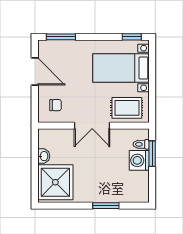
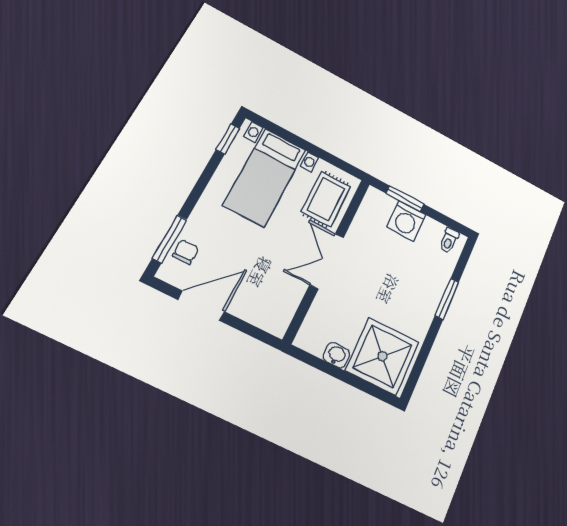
chair: (56, 105) -> (186, 252), moved
double door: (92, 126) -> (327, 261), swing flipped
toilet: (141, 144) -> (449, 240), moved

